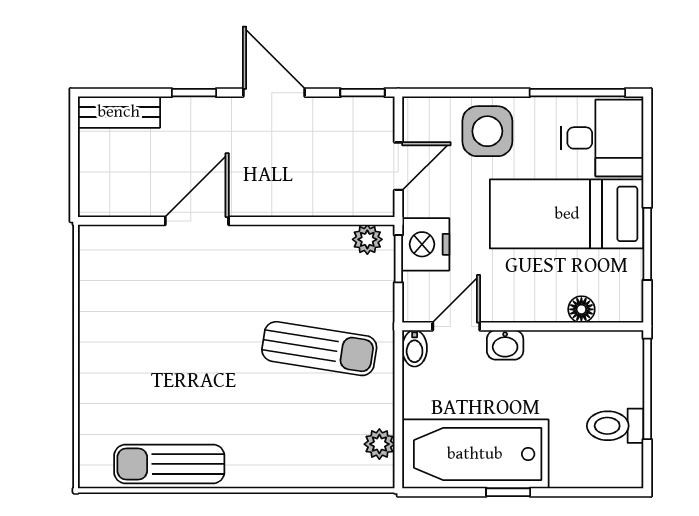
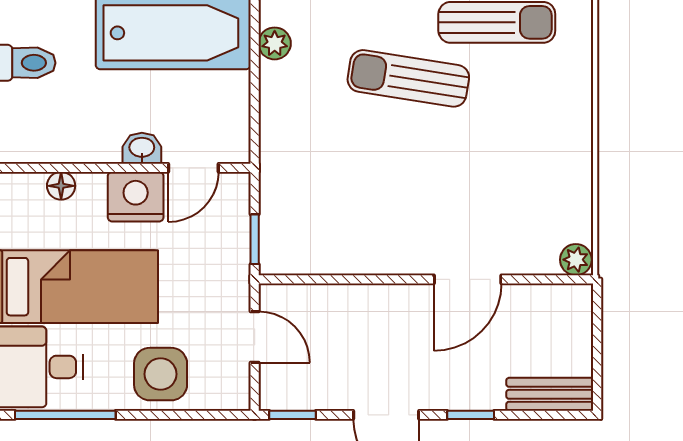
door: (398, 166) -> (255, 337), swing flipped
plant: (367, 239) -> (576, 260), moved
nightstand: (426, 244) -> (136, 197), moved, turned -90
bidet: (415, 348) -> (237, 145), removed
sun lounger: (319, 349) -> (408, 78), moved

